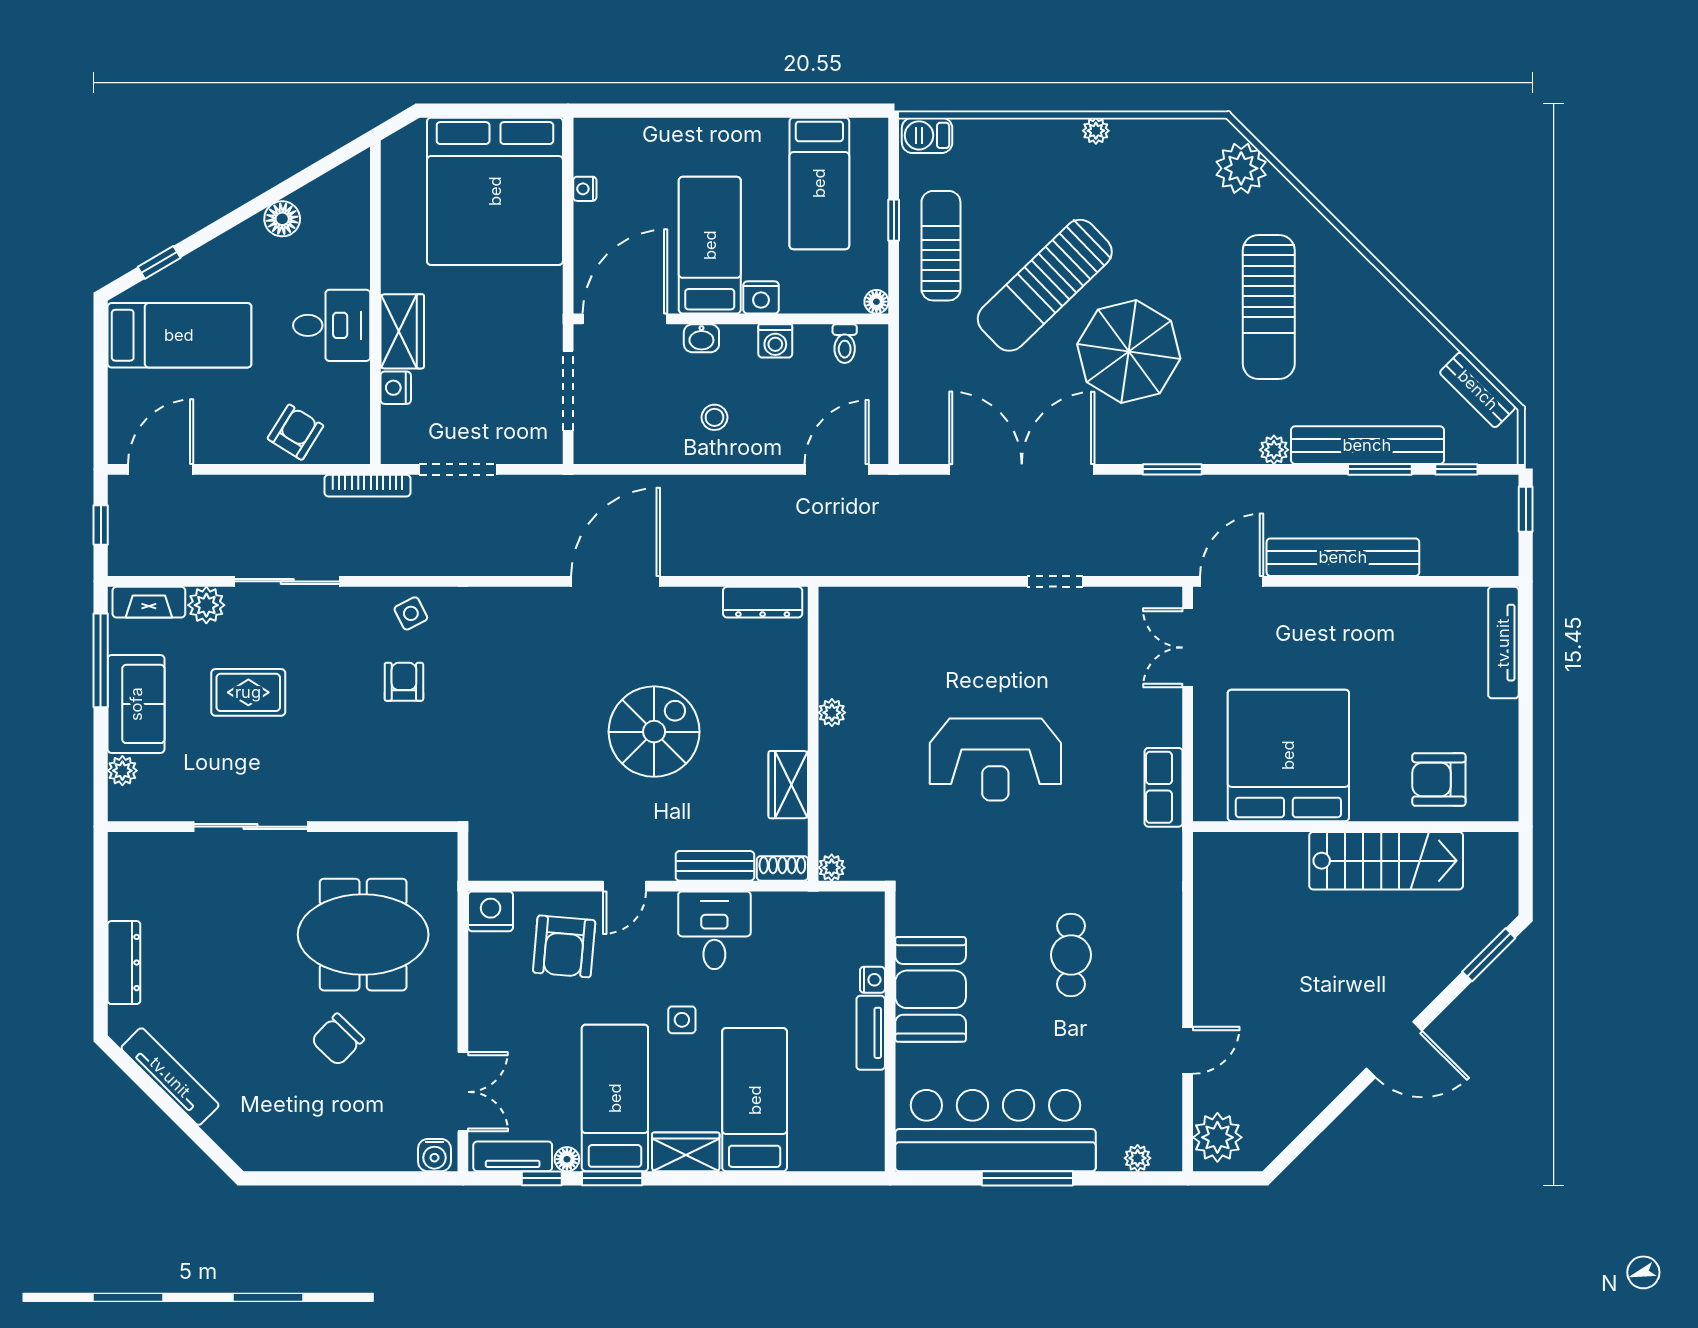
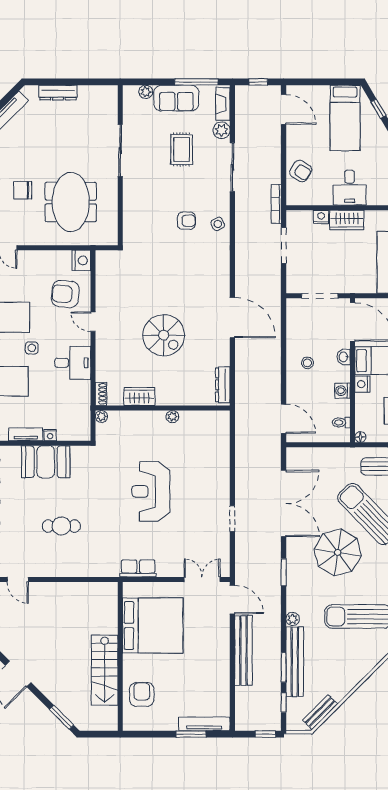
window: (1526, 672) -> (191, 734), added
bench: (715, 866) -> (102, 363), removed
chair: (338, 1040) -> (23, 190), turned -44

